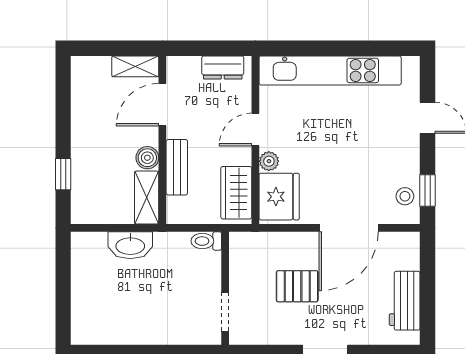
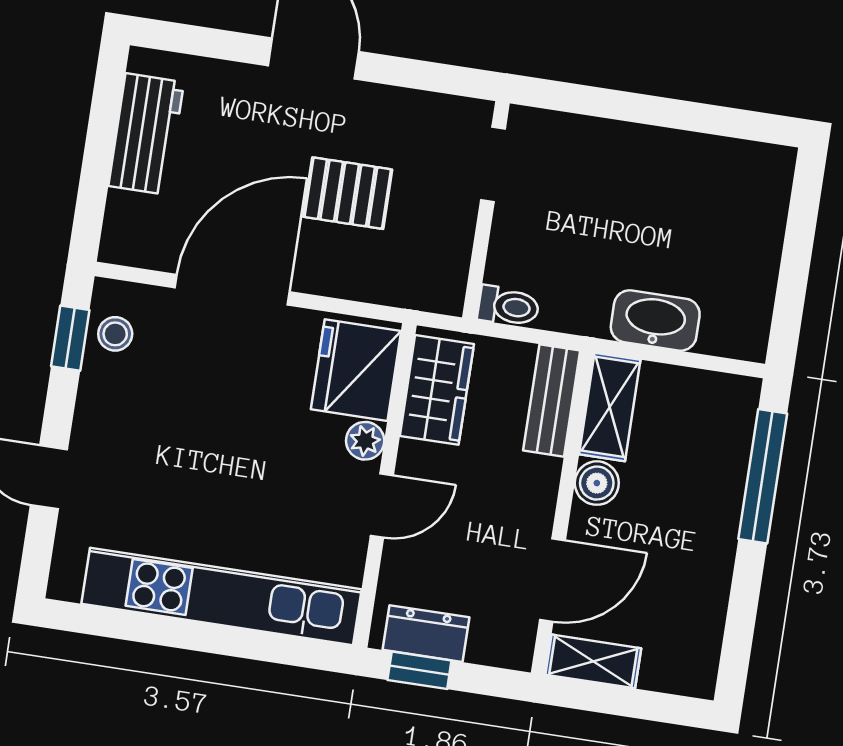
window: (223, 48) -> (419, 670), added
bench: (177, 167) -> (552, 401), moved
window: (63, 174) -> (763, 476), width x2.17

